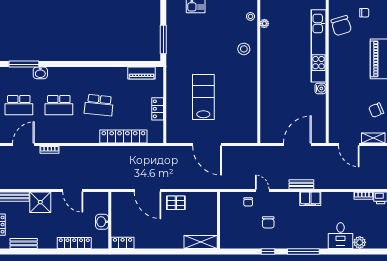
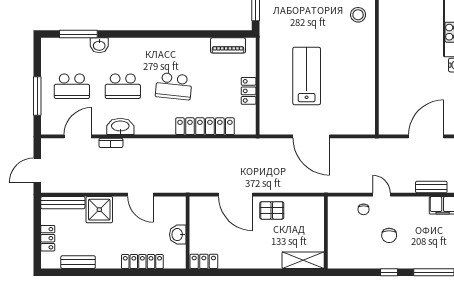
washbasin: (57, 137) -> (120, 126), added

